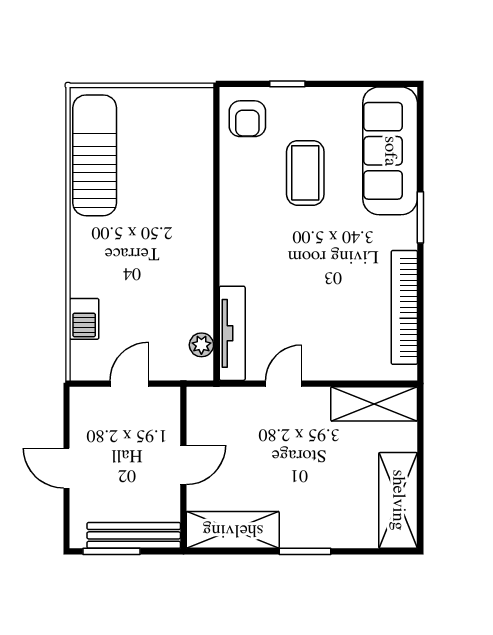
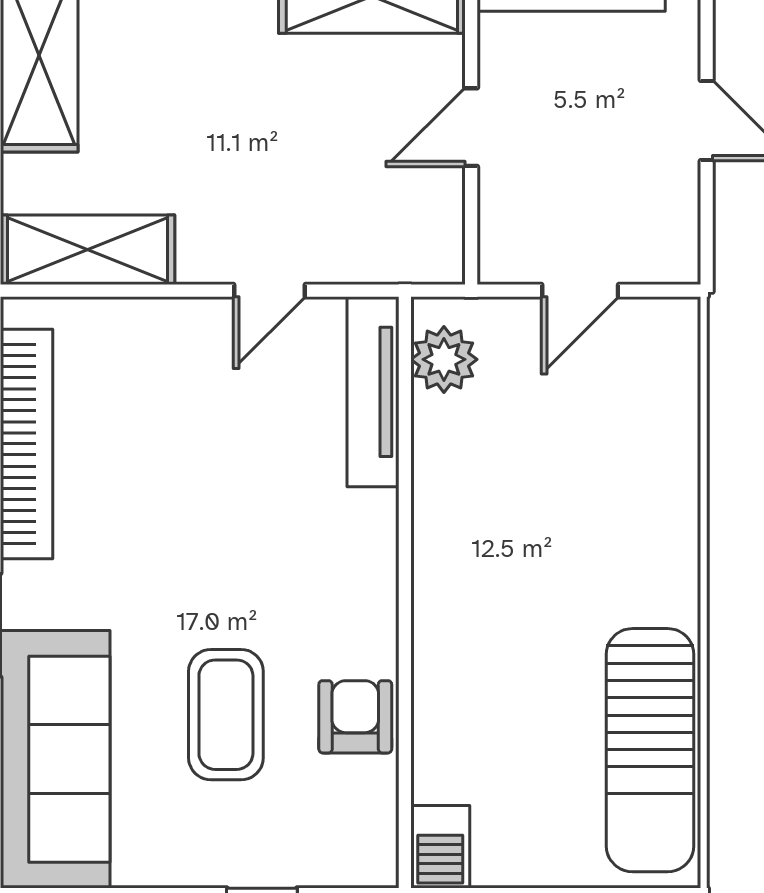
armchair: (247, 119) -> (355, 717), moved
barbecue: (84, 319) -> (440, 847), moved, turned 180
plant: (201, 345) -> (444, 359), width x1.38, depth x1.38

